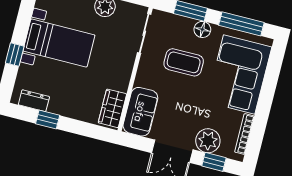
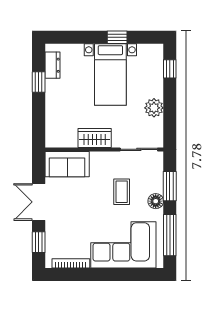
window: (15, 55) -> (117, 37), moved
coffee table: (184, 62) -> (122, 192), width x0.73, depth x0.77
wardrobe: (112, 108) -> (95, 138), moved
plant: (208, 141) -> (56, 232), removed

